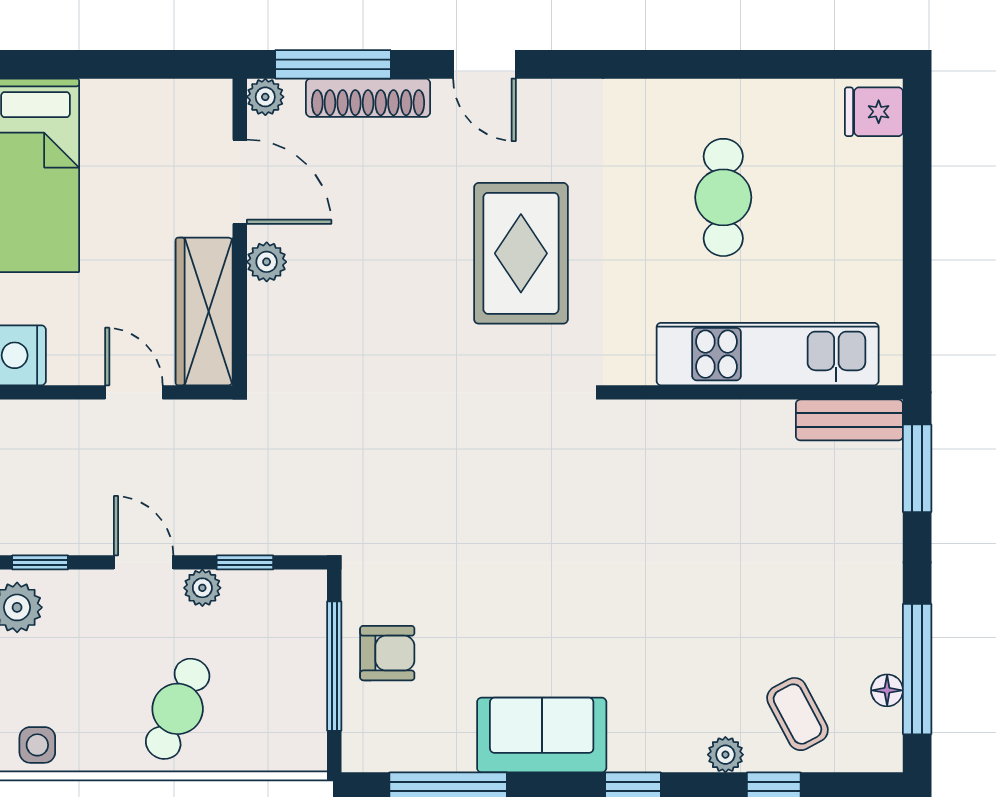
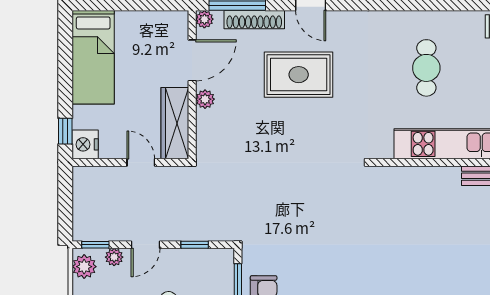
door: (240, 182) -> (192, 60), hinge flipped
rug: (521, 253) -> (299, 75), moved, turned 90
door: (144, 562) -> (146, 245), swing flipped
plant: (202, 588) -> (114, 257), moved

